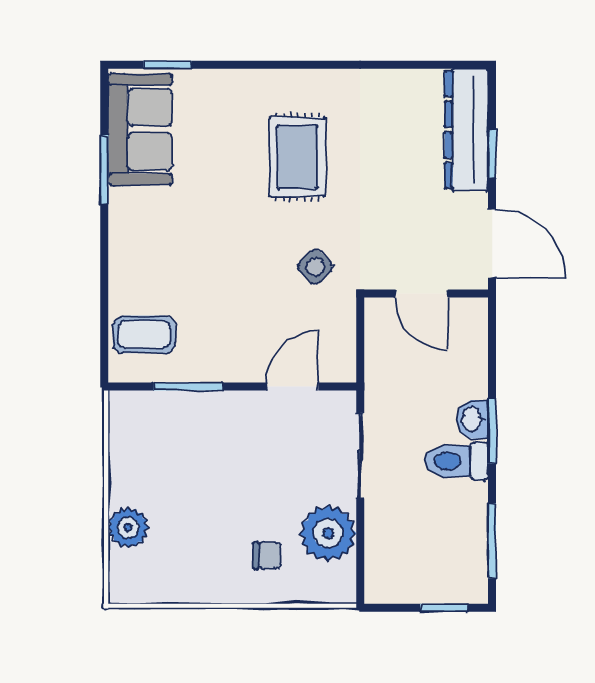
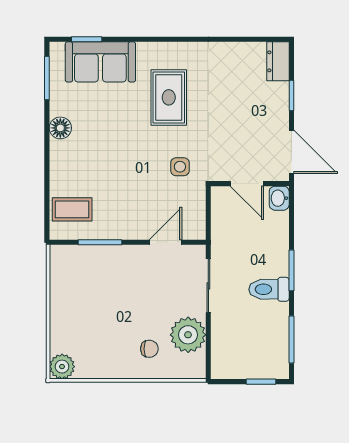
sofa: (140, 129) -> (100, 62), moved, turned 90
dresser: (466, 130) -> (278, 61), width x0.51, depth x0.80
window: (104, 170) -> (47, 78), moved
floor lamp: (126, 205) -> (60, 128), added
side table: (315, 267) -> (180, 167), turned 45
washbasin: (473, 419) -> (279, 198), moved
plant: (128, 527) -> (62, 367), moved

